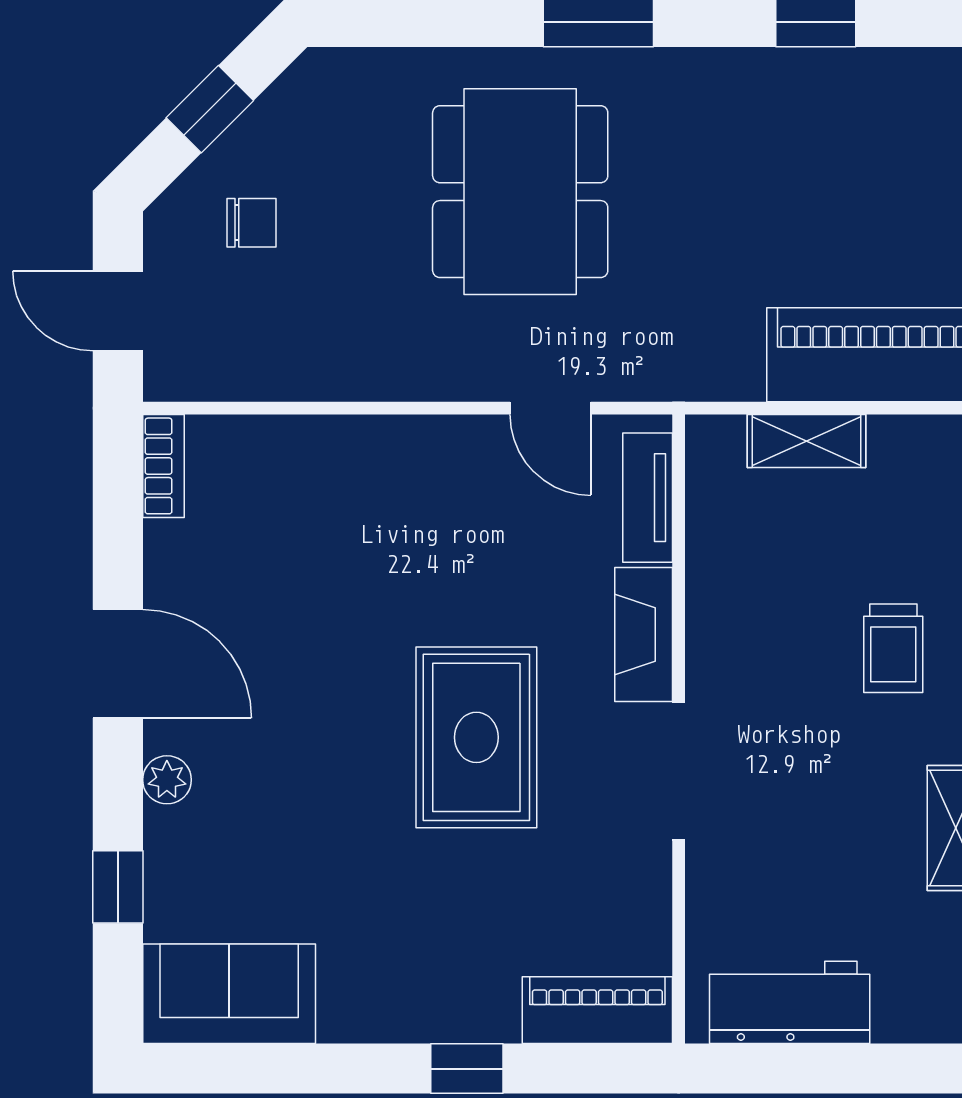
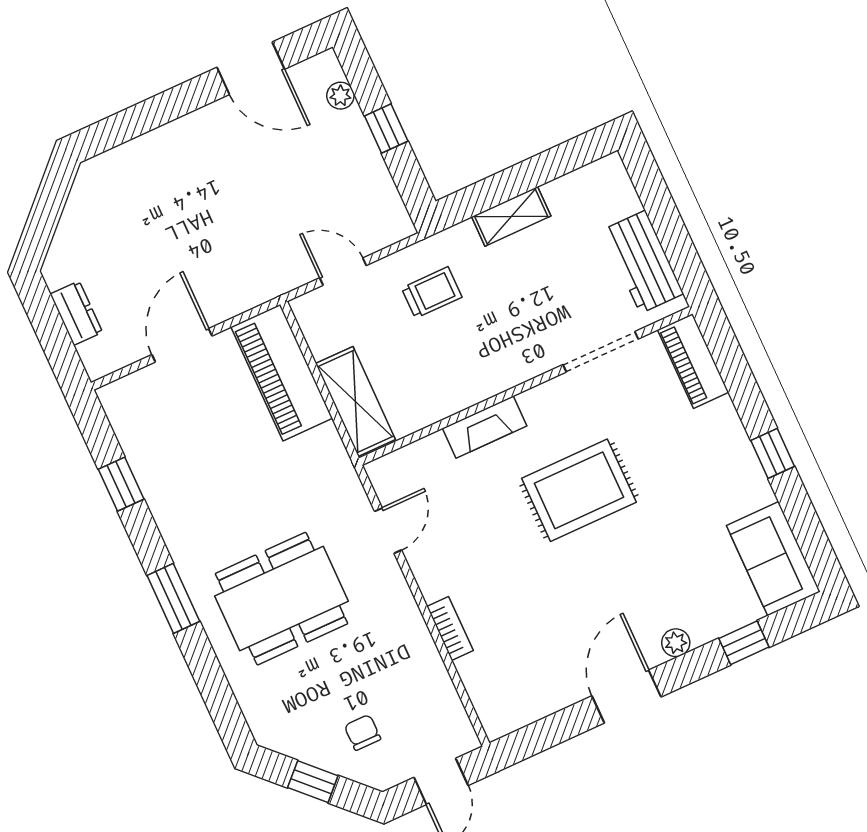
shelving: (806, 441) -> (355, 402), width x1.50, depth x1.33
bookcase: (163, 466) -> (450, 629), moved, turned 90
tv unit: (648, 498) -> (412, 458), removed
doorway: (679, 771) -> (601, 352), moved
window: (467, 1069) -> (773, 453), moved

